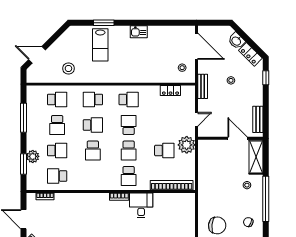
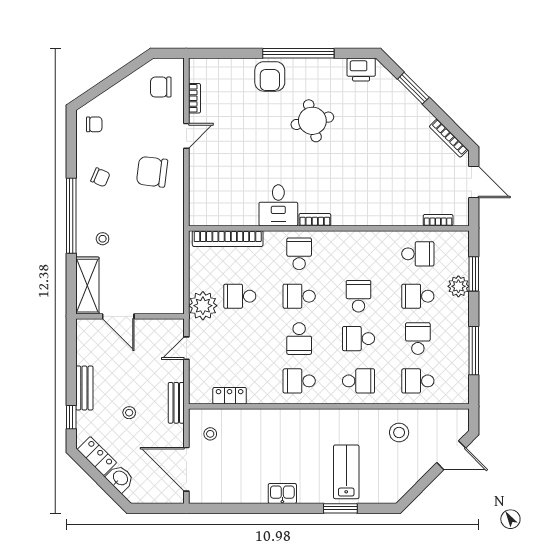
bench: (258, 119) -> (84, 388), moved
school desk: (129, 151) -> (299, 296), turned -90

